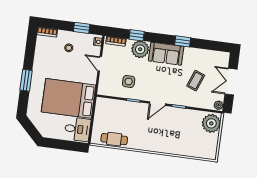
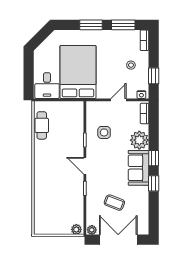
window: (137, 35) -> (154, 158), moved
window: (30, 50) -> (123, 25), added
double door: (231, 82) -> (118, 240), width x1.37
plant: (211, 123) -> (76, 229), width x0.53, depth x0.53

